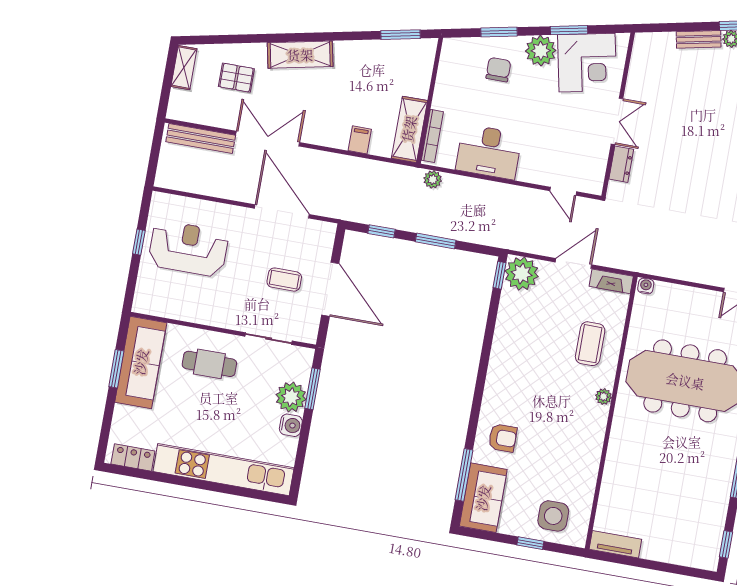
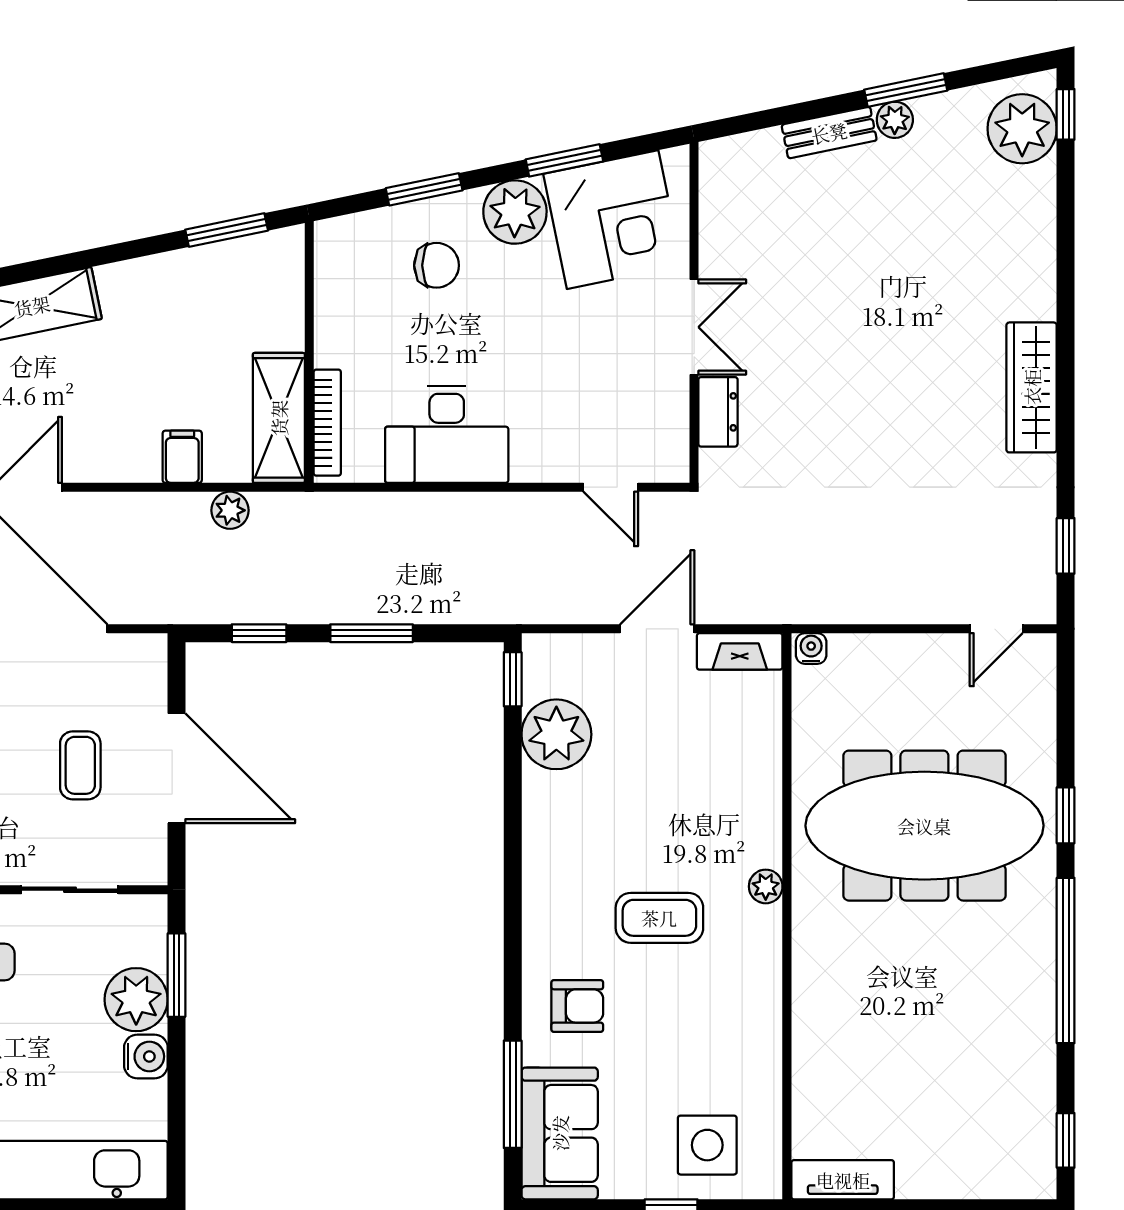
chair: (498, 70) -> (437, 265), turned 90
plant: (433, 179) -> (230, 510), moved
plant: (522, 274) -> (556, 734), moved
coffee table: (284, 280) -> (80, 765), turned 90
coffee table: (590, 344) -> (659, 918), moved, turned 90

